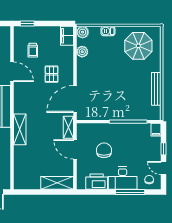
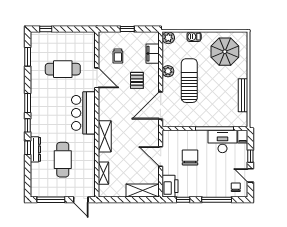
window: (27, 23) -> (127, 29), moved
filing cabinet: (67, 36) -> (153, 54), moved
plant: (82, 52) -> (168, 71), moved
sun lounger: (103, 74) -> (189, 81), added
shelving: (68, 127) -> (103, 173), moved
desk: (123, 178) -> (222, 141), moved, turned 180
printer: (97, 182) -> (170, 186), moved, turned 90
window: (97, 192) -> (183, 200), added

